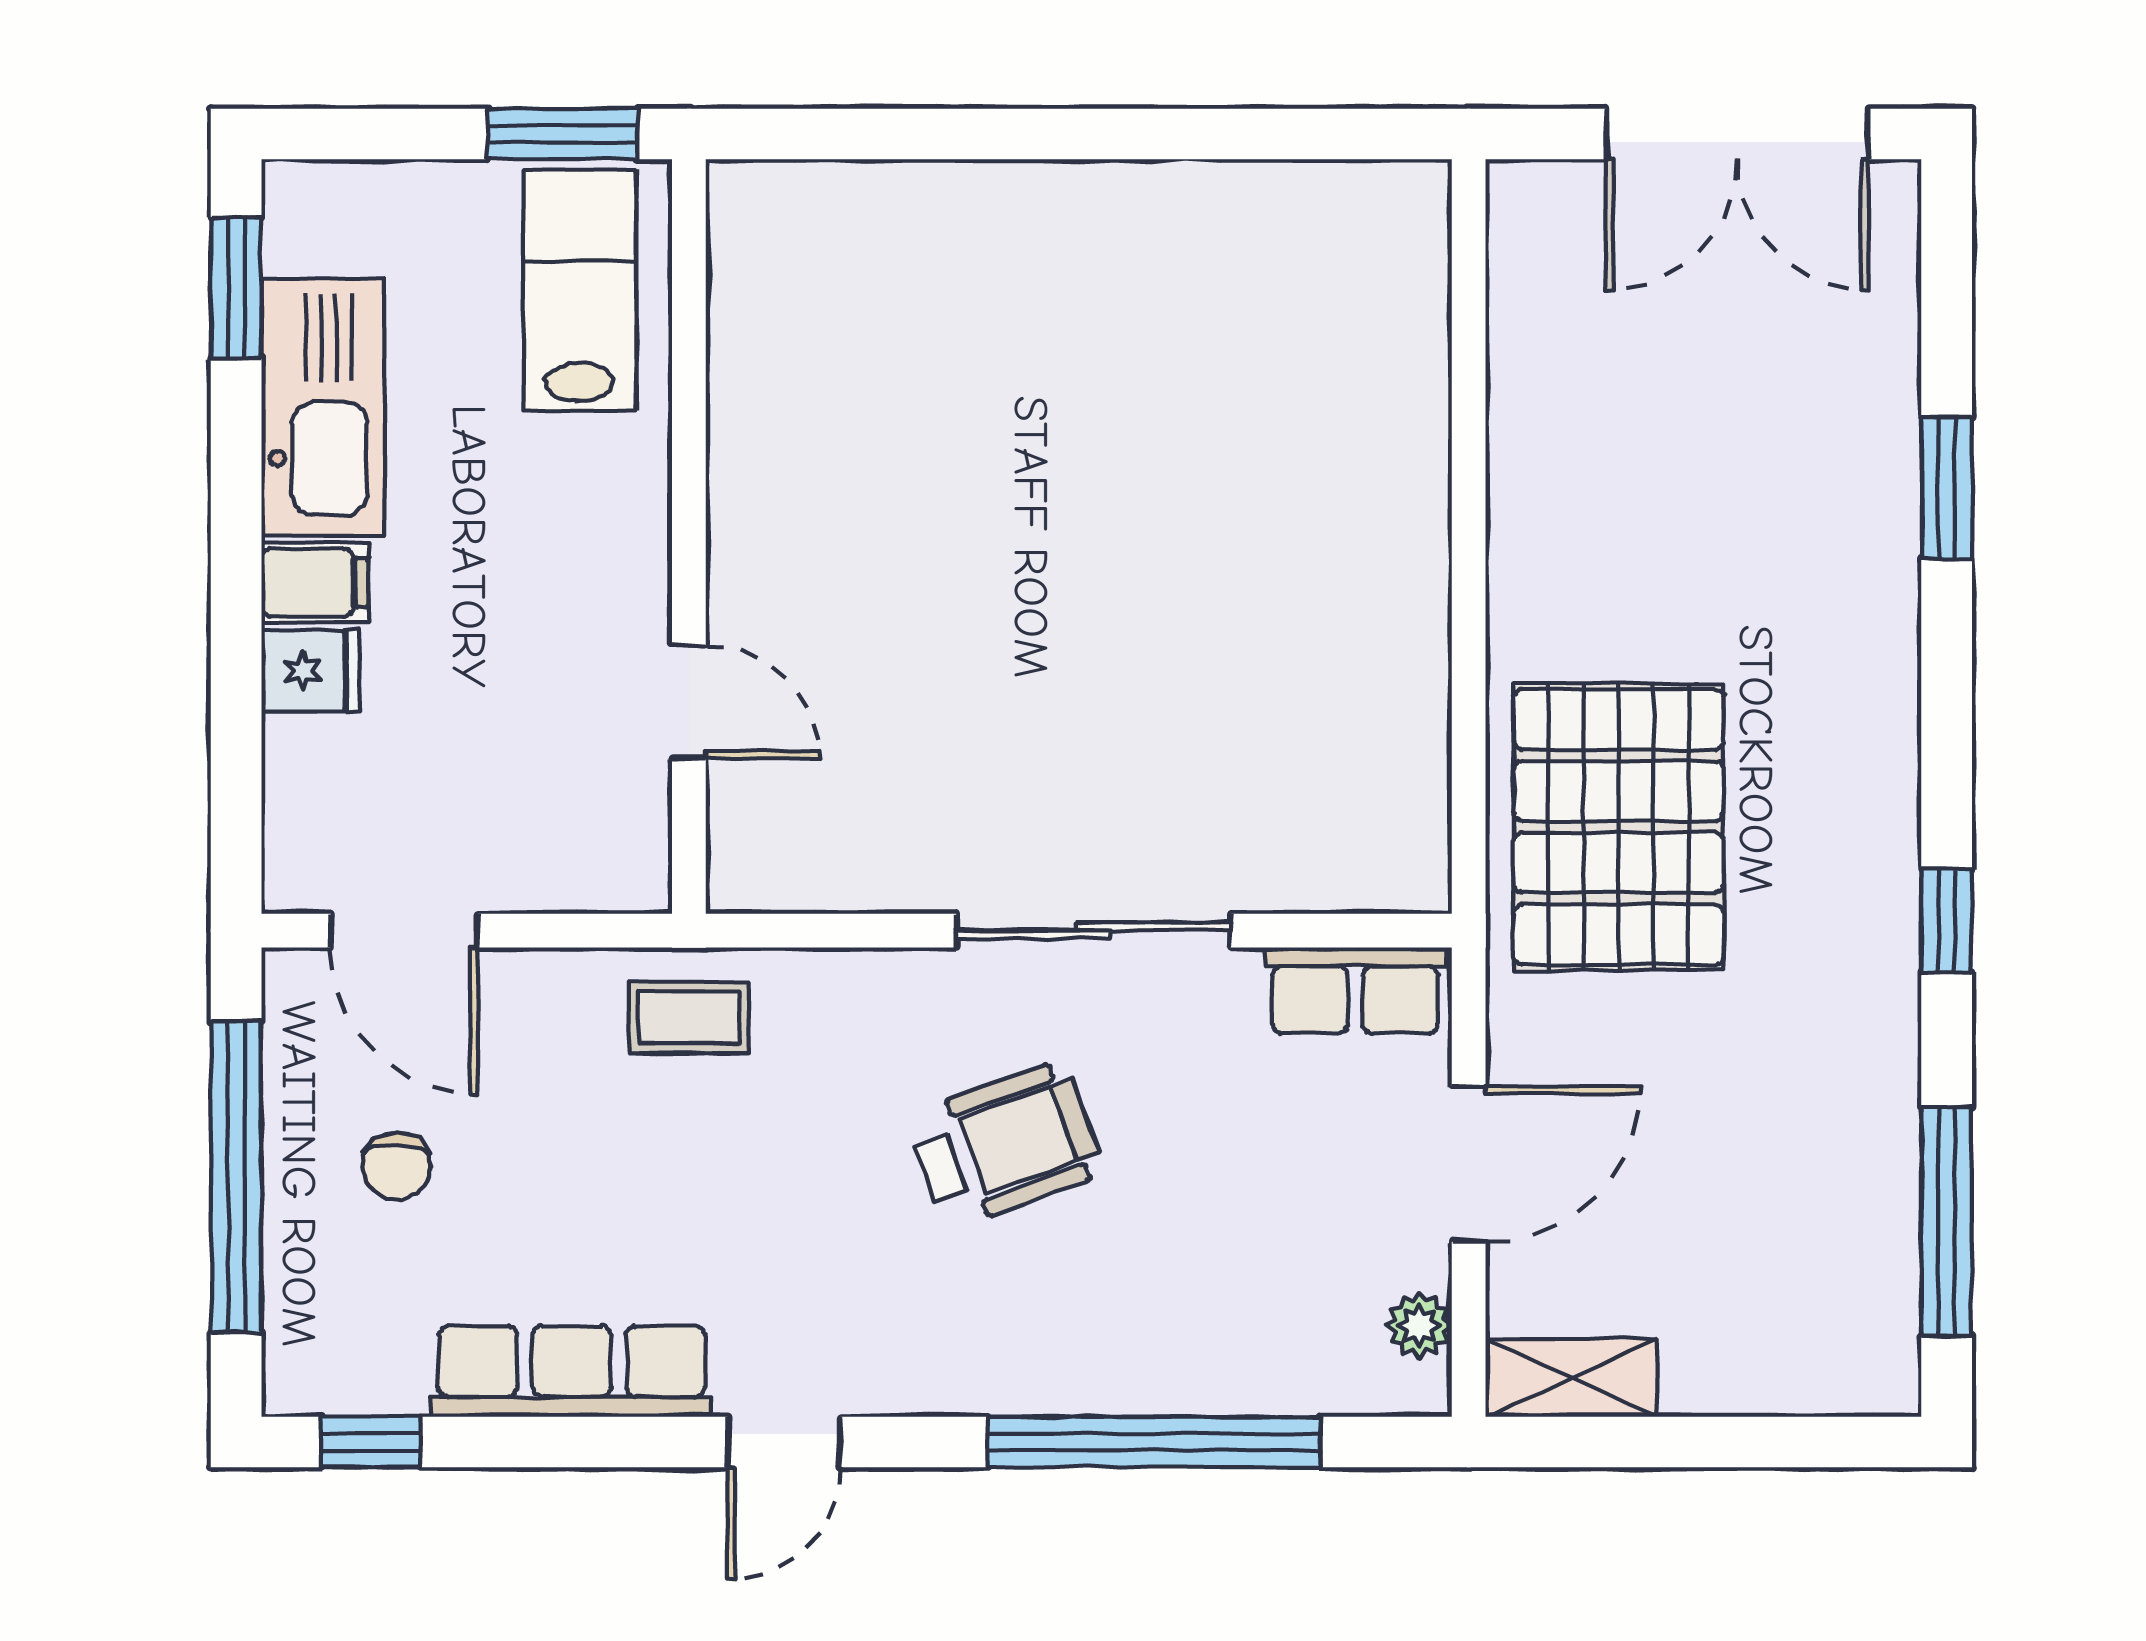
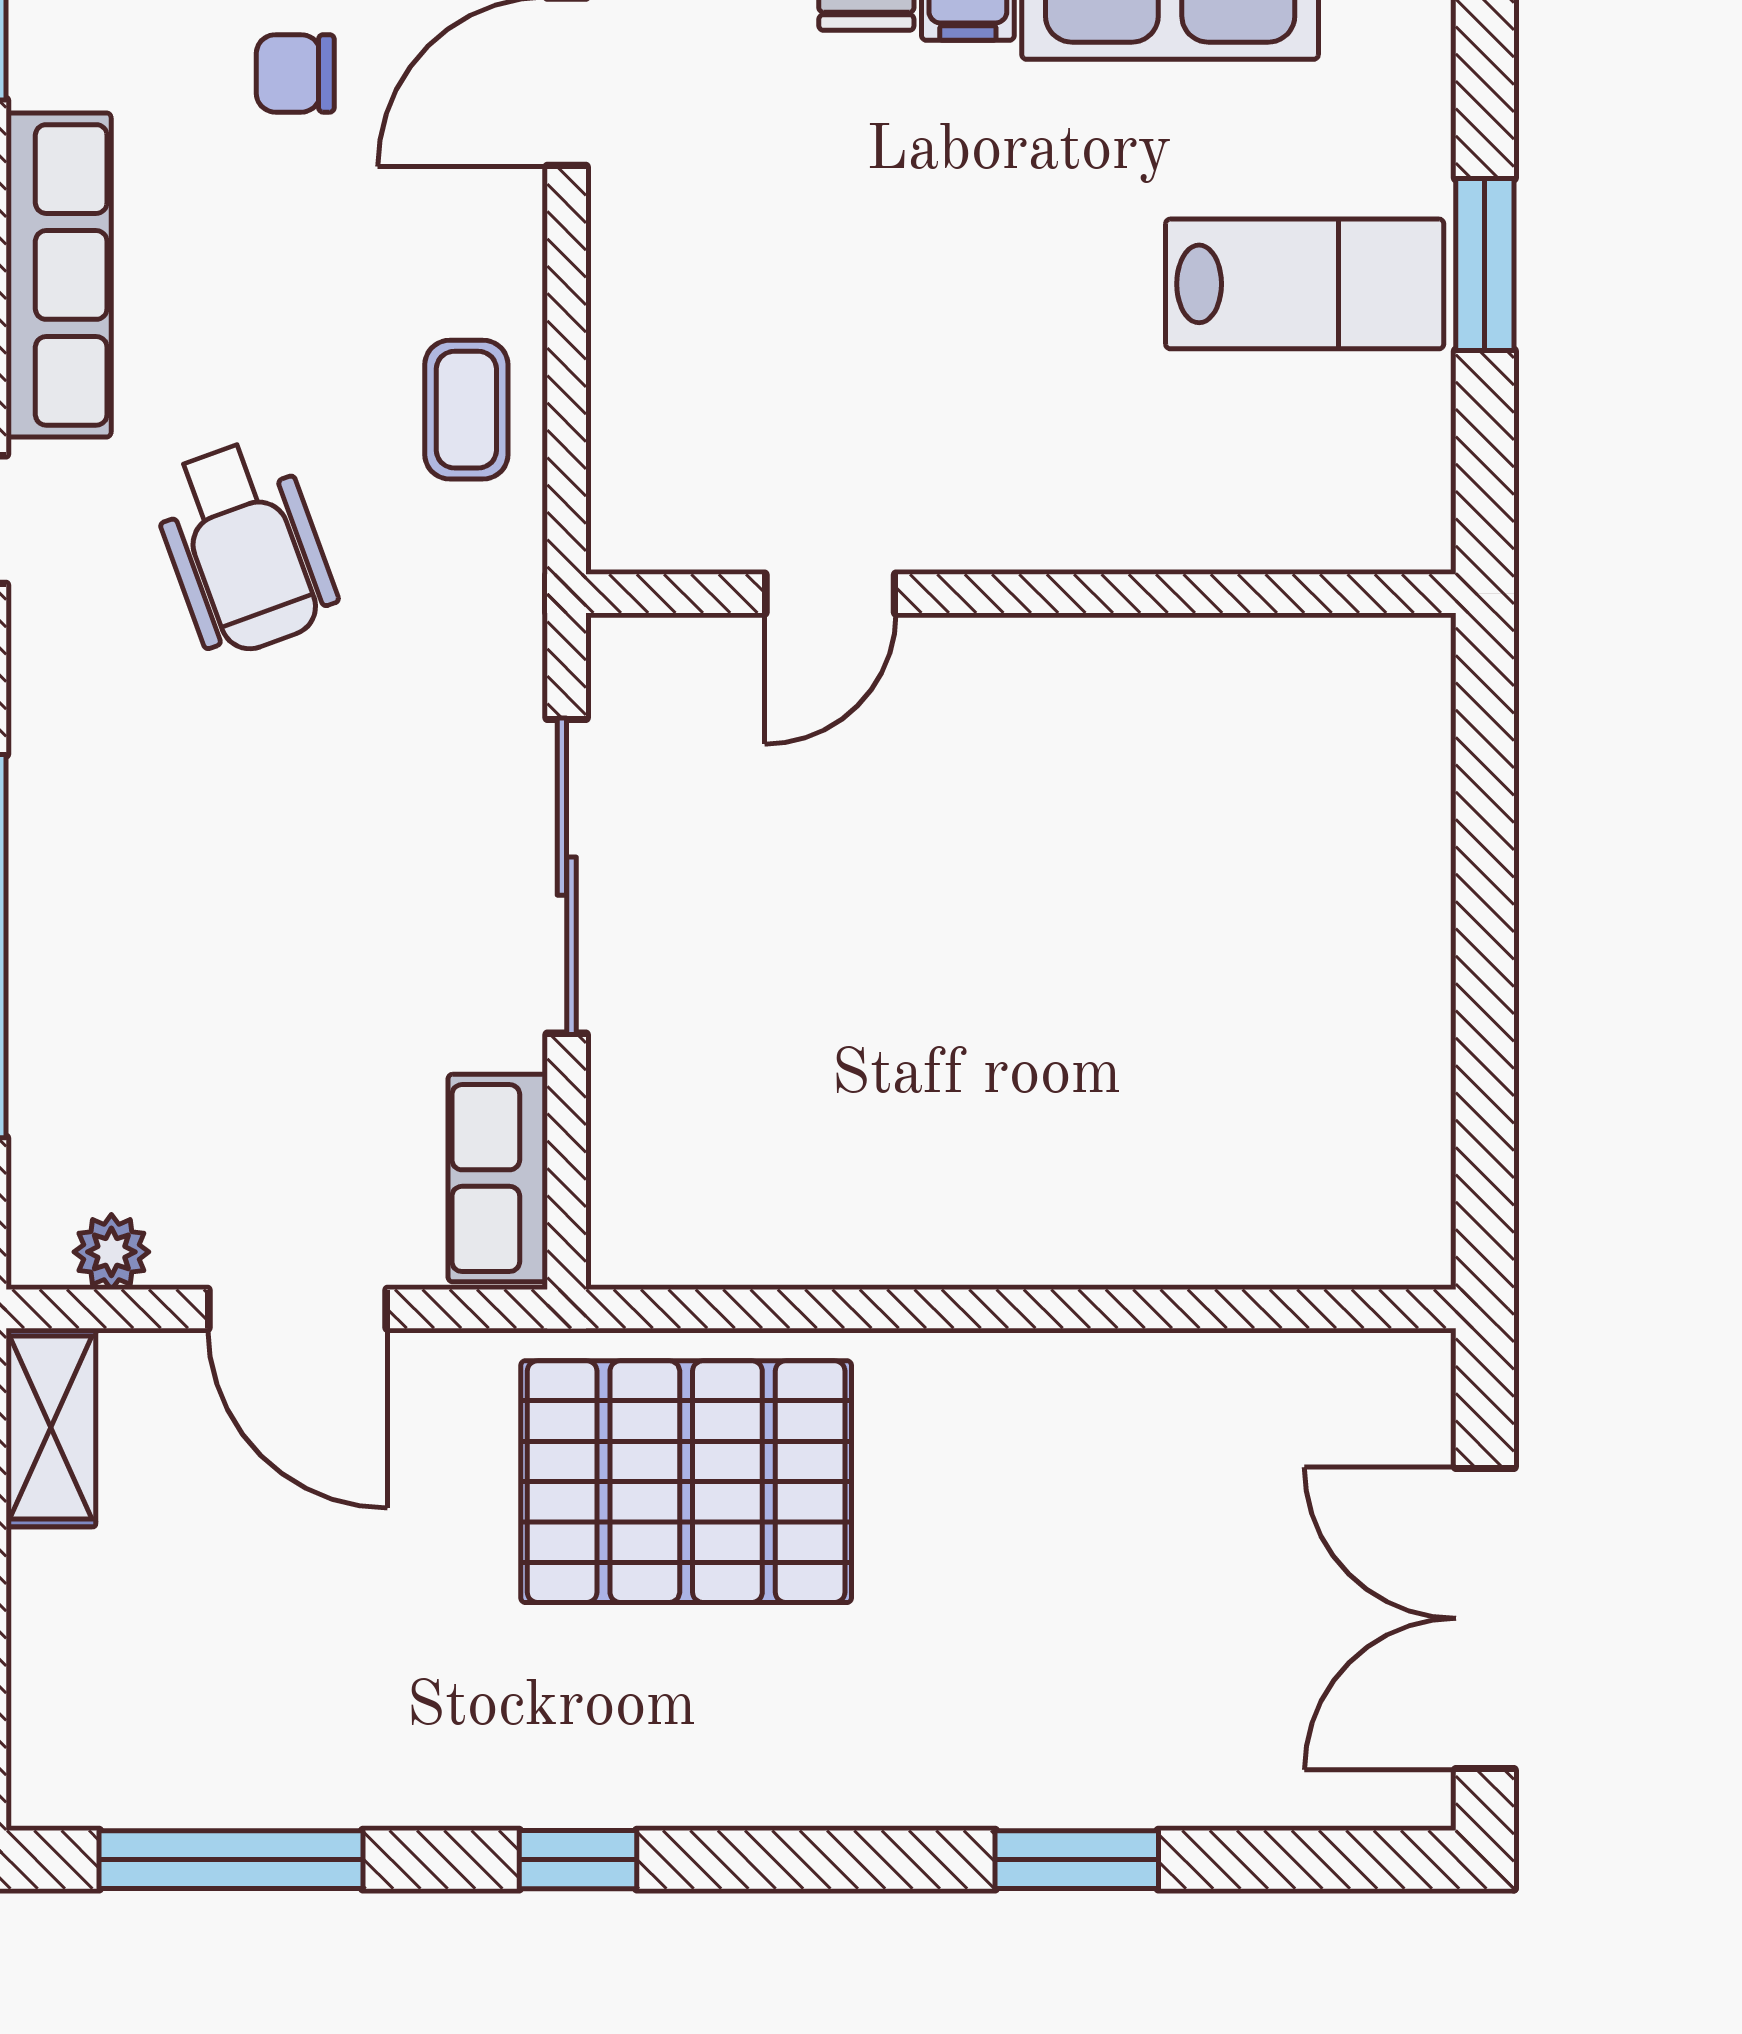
wall: (689, 536) -> (1021, 594), moved
door: (689, 702) -> (830, 594), moved
wheelchair: (1005, 1145) -> (244, 547), moved

